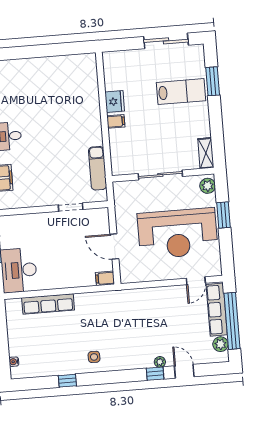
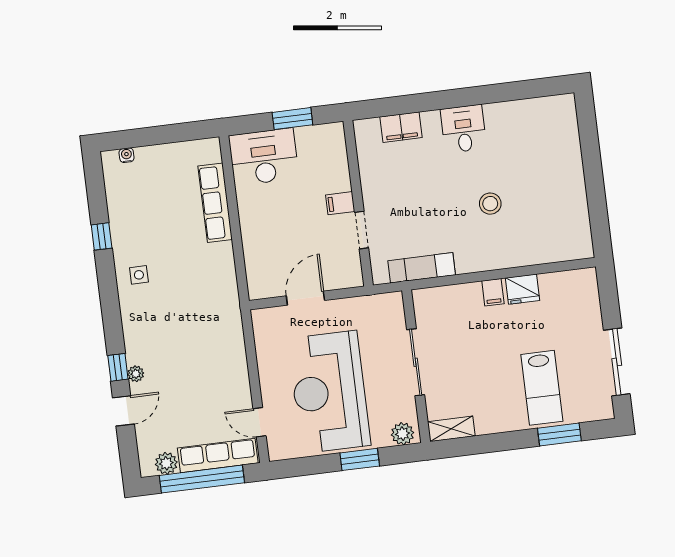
stool: (57, 121) -> (490, 204), added
filing cabinet: (105, 278) -> (340, 203), moved, turned -90

